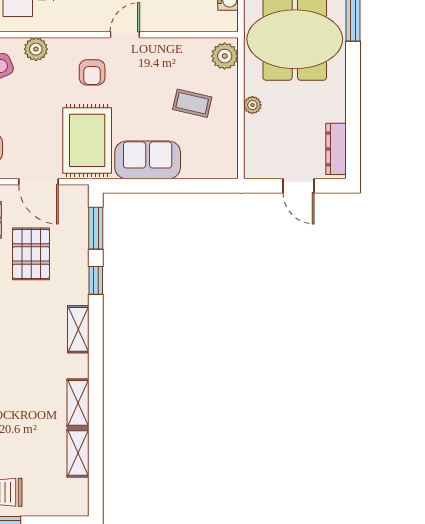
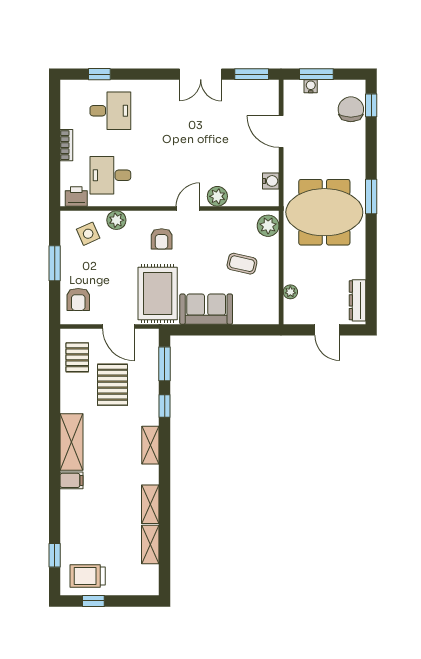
plant: (162, 19) -> (217, 196), added
plant: (252, 105) -> (290, 292), moved

